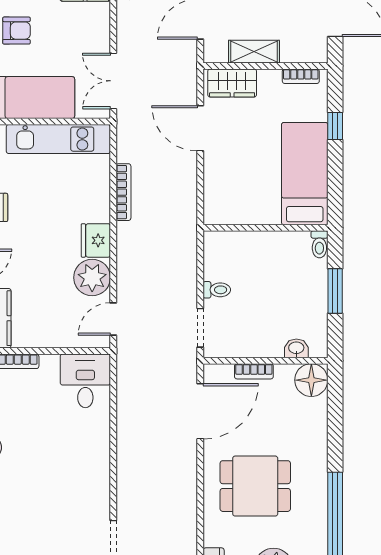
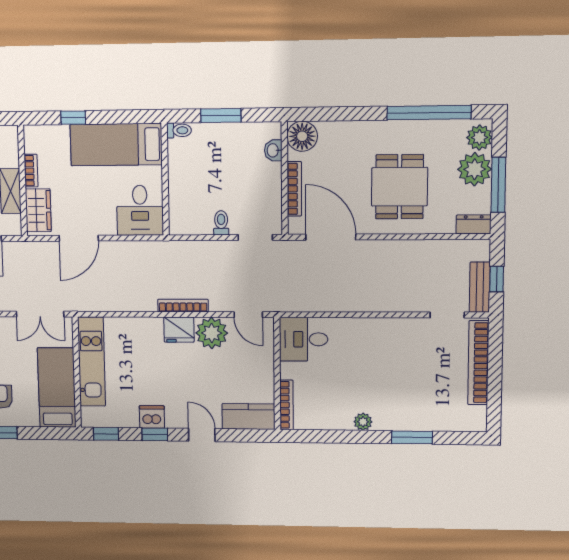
bookcase: (301, 76) -> (31, 171), moved
bookcase: (123, 192) -> (183, 306), moved
desk: (231, 199) -> (140, 210), added
bookcase: (254, 371) -> (294, 189), width x1.56

